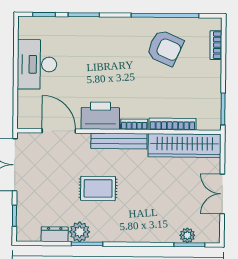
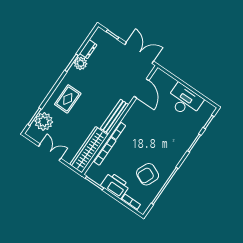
printer: (100, 116) -> (115, 185), moved, turned -90
door: (59, 131) -> (142, 88), hinge flipped
rug: (98, 188) -> (68, 99), moved
plant: (187, 235) -> (44, 121), width x1.88, depth x1.88

